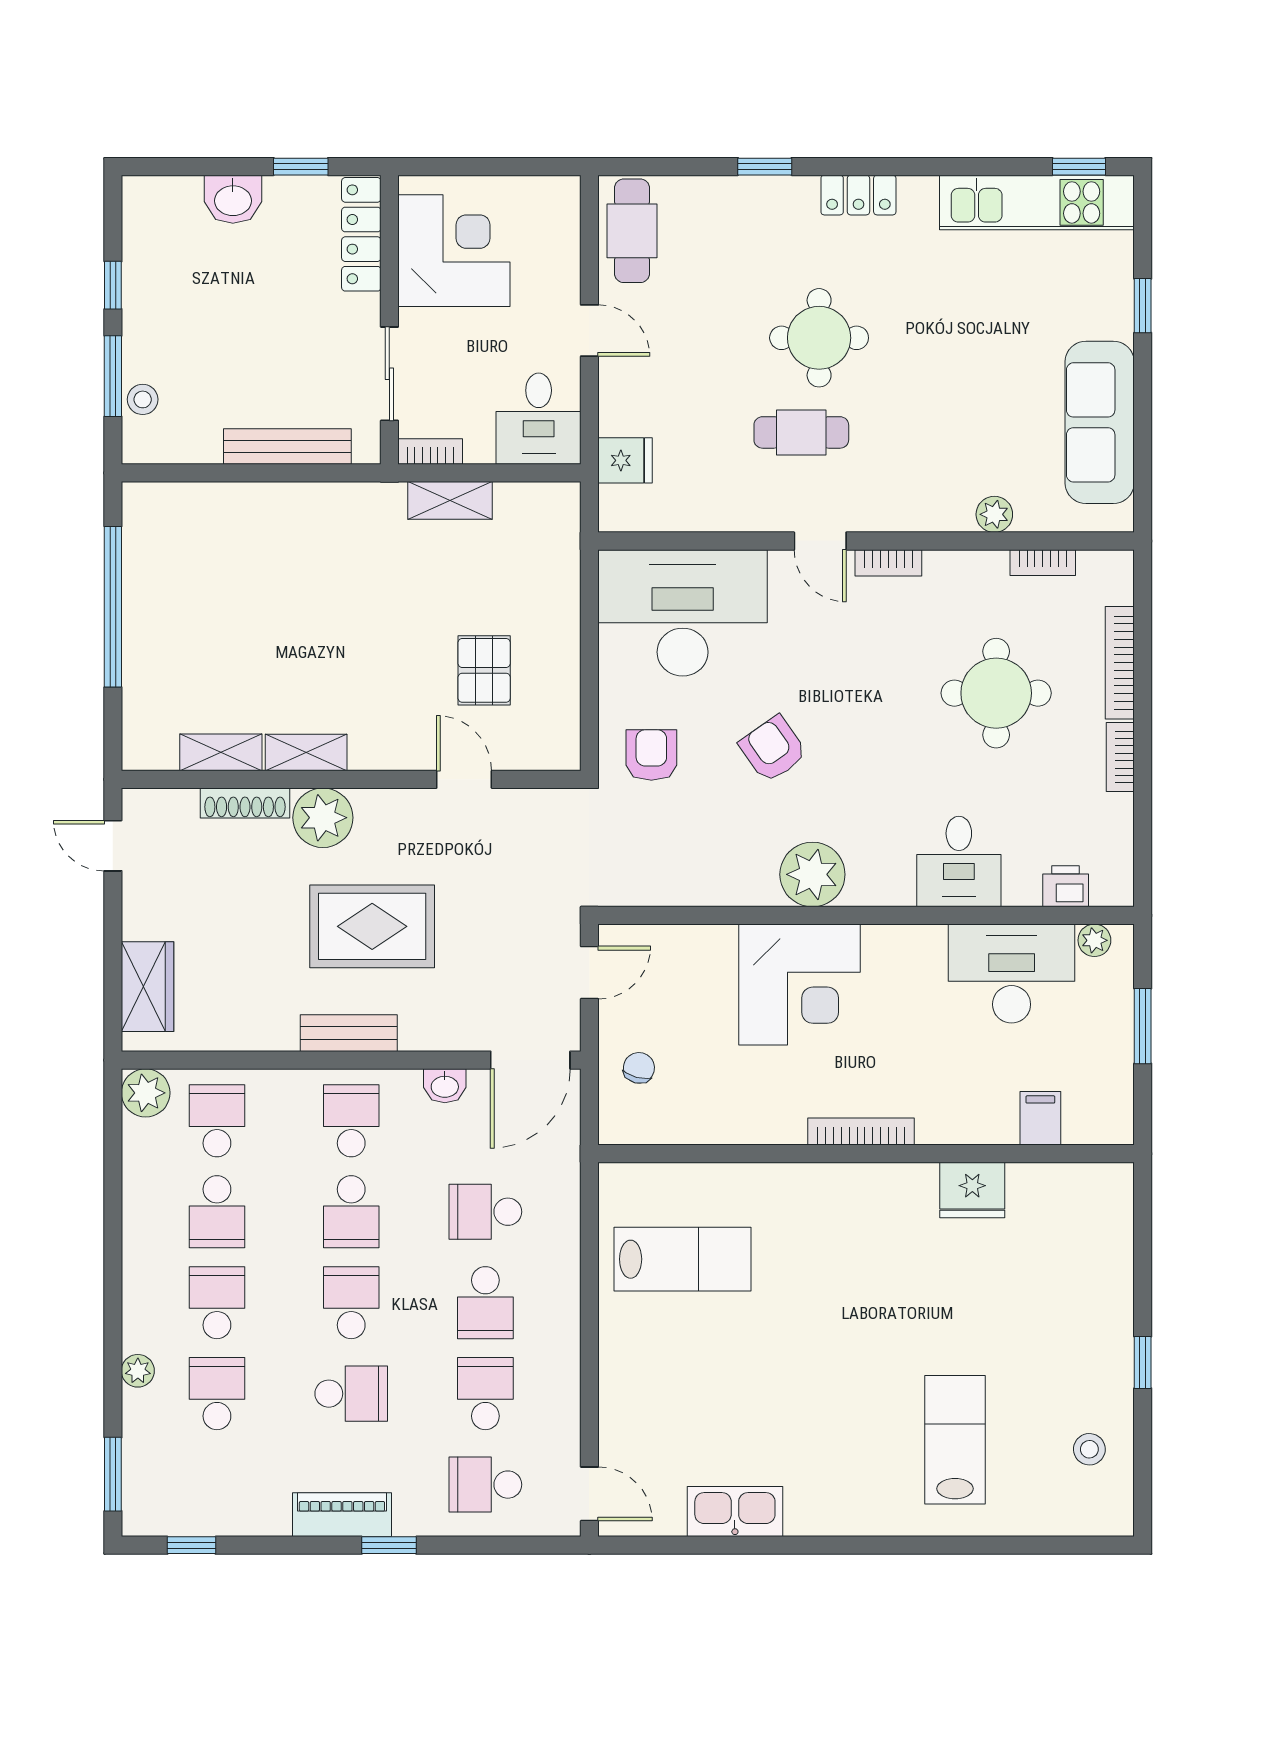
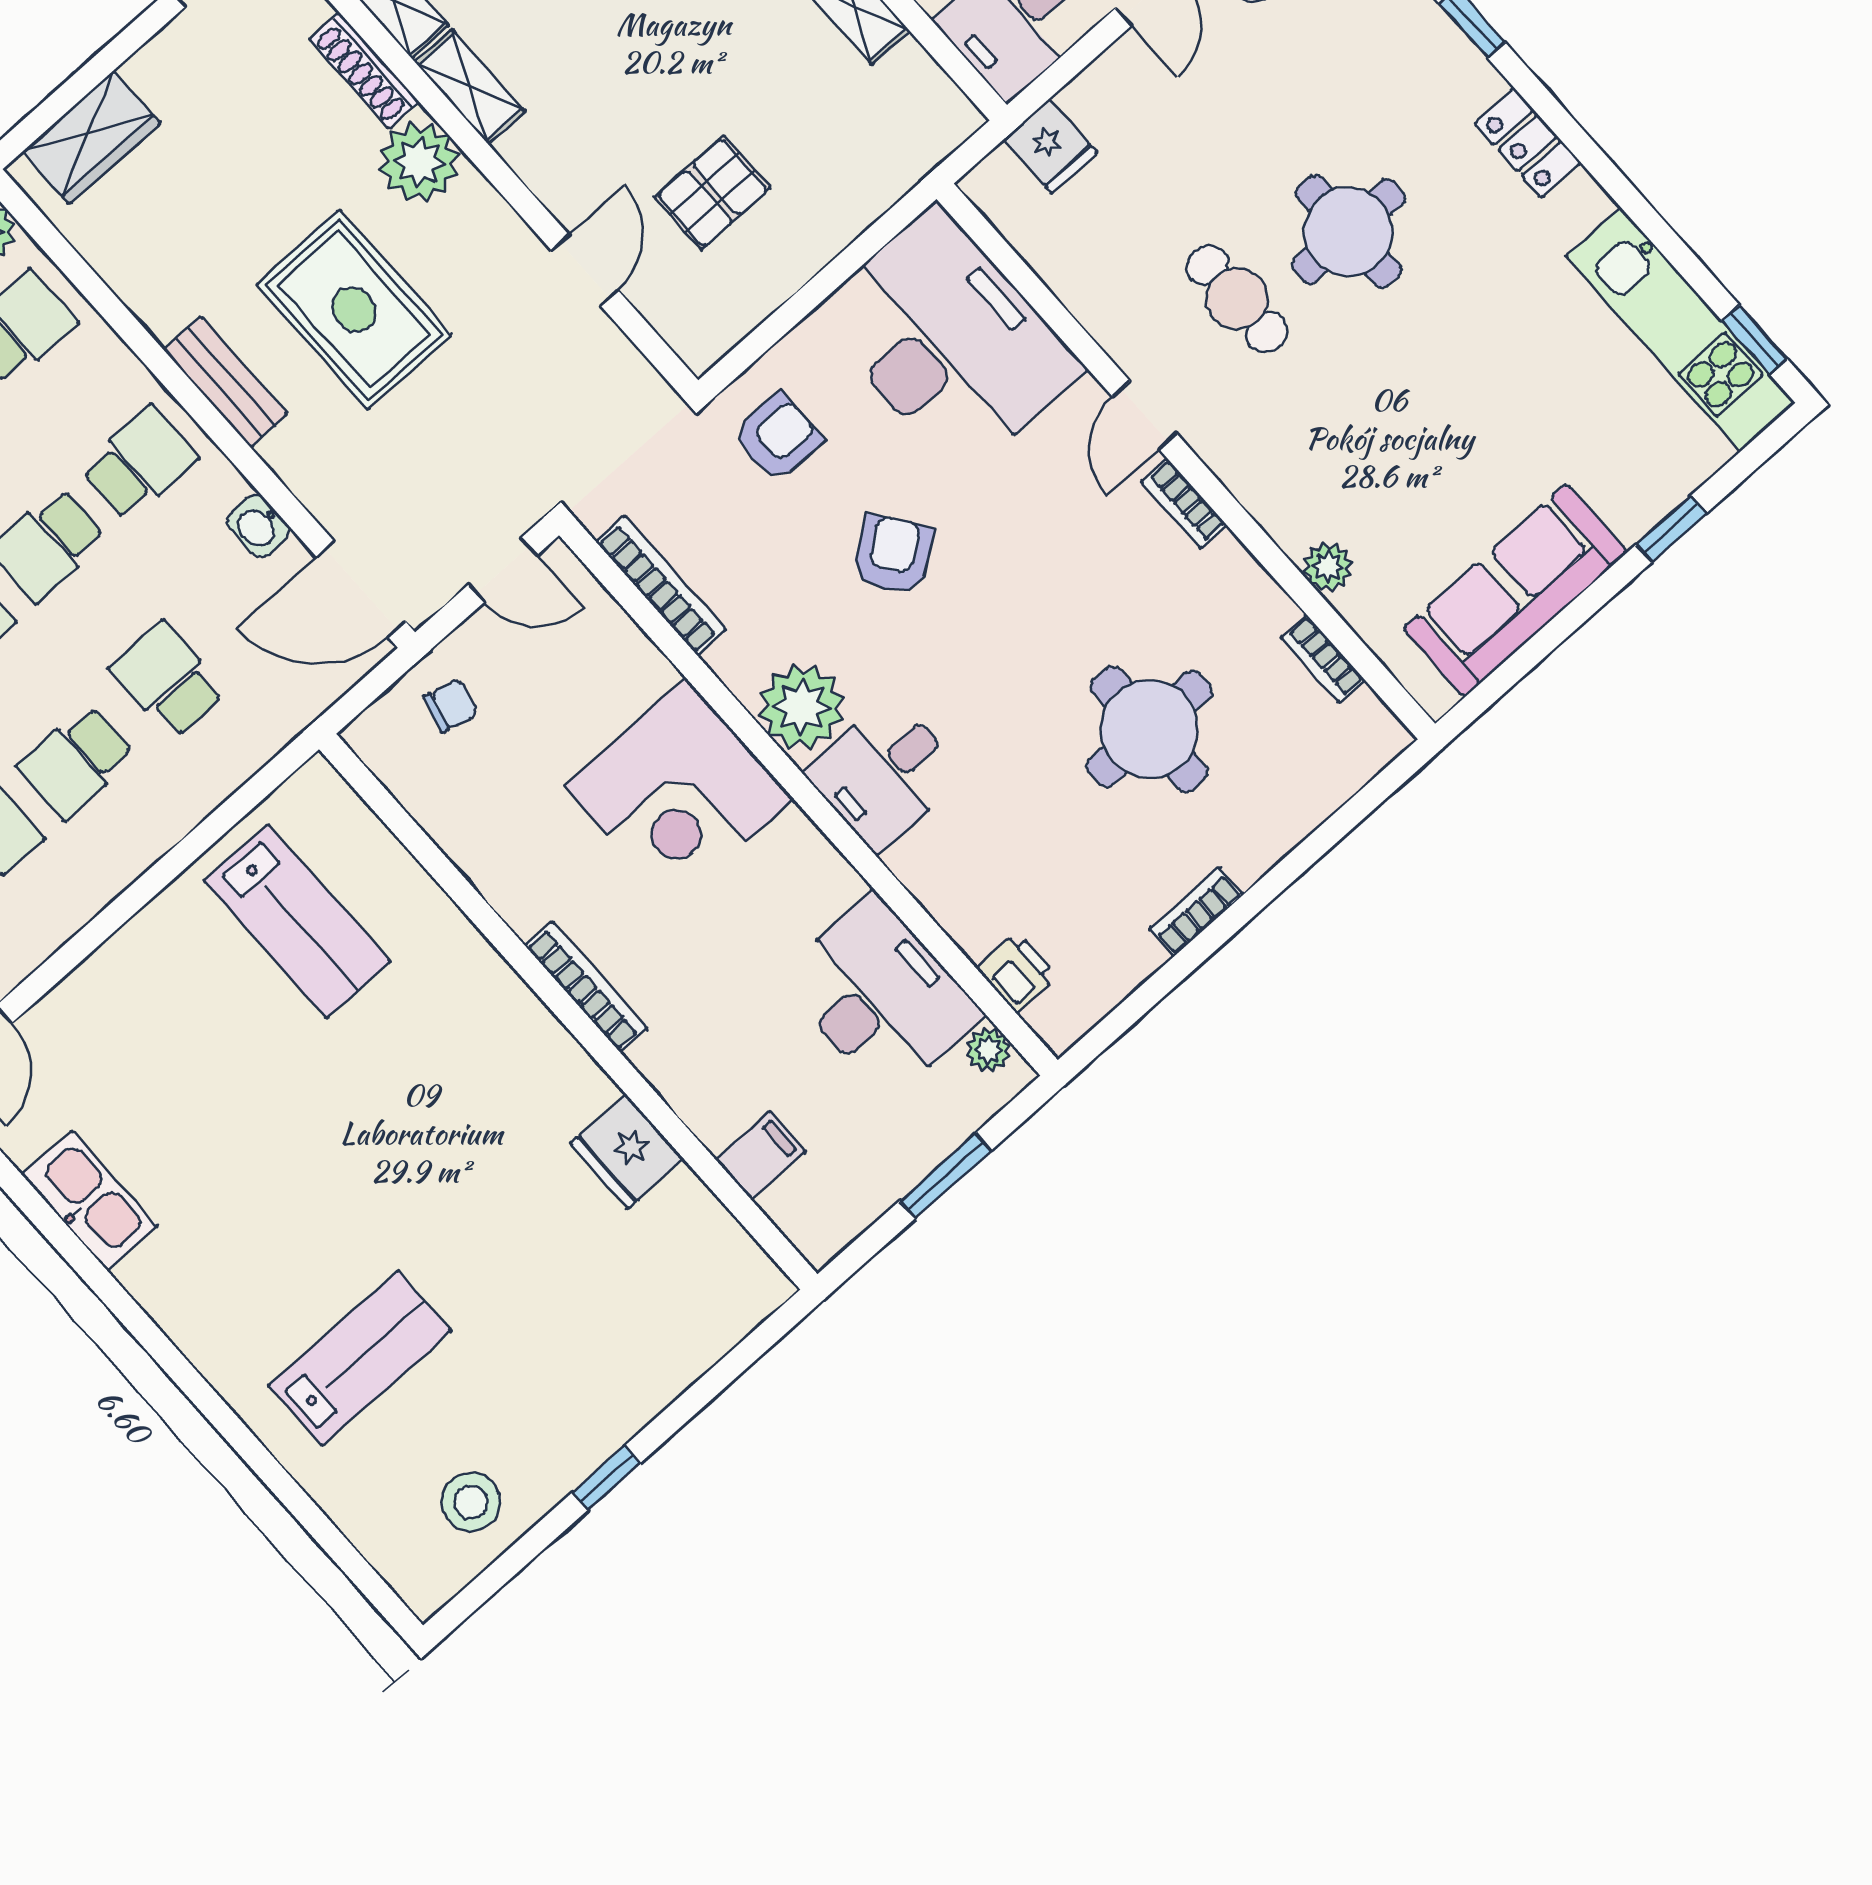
bookcase: (1120, 663) -> (661, 586), moved, turned 90
desk: (959, 862) -> (885, 774), moved
stool: (1089, 1449) -> (471, 1502), width x1.37, depth x1.37

